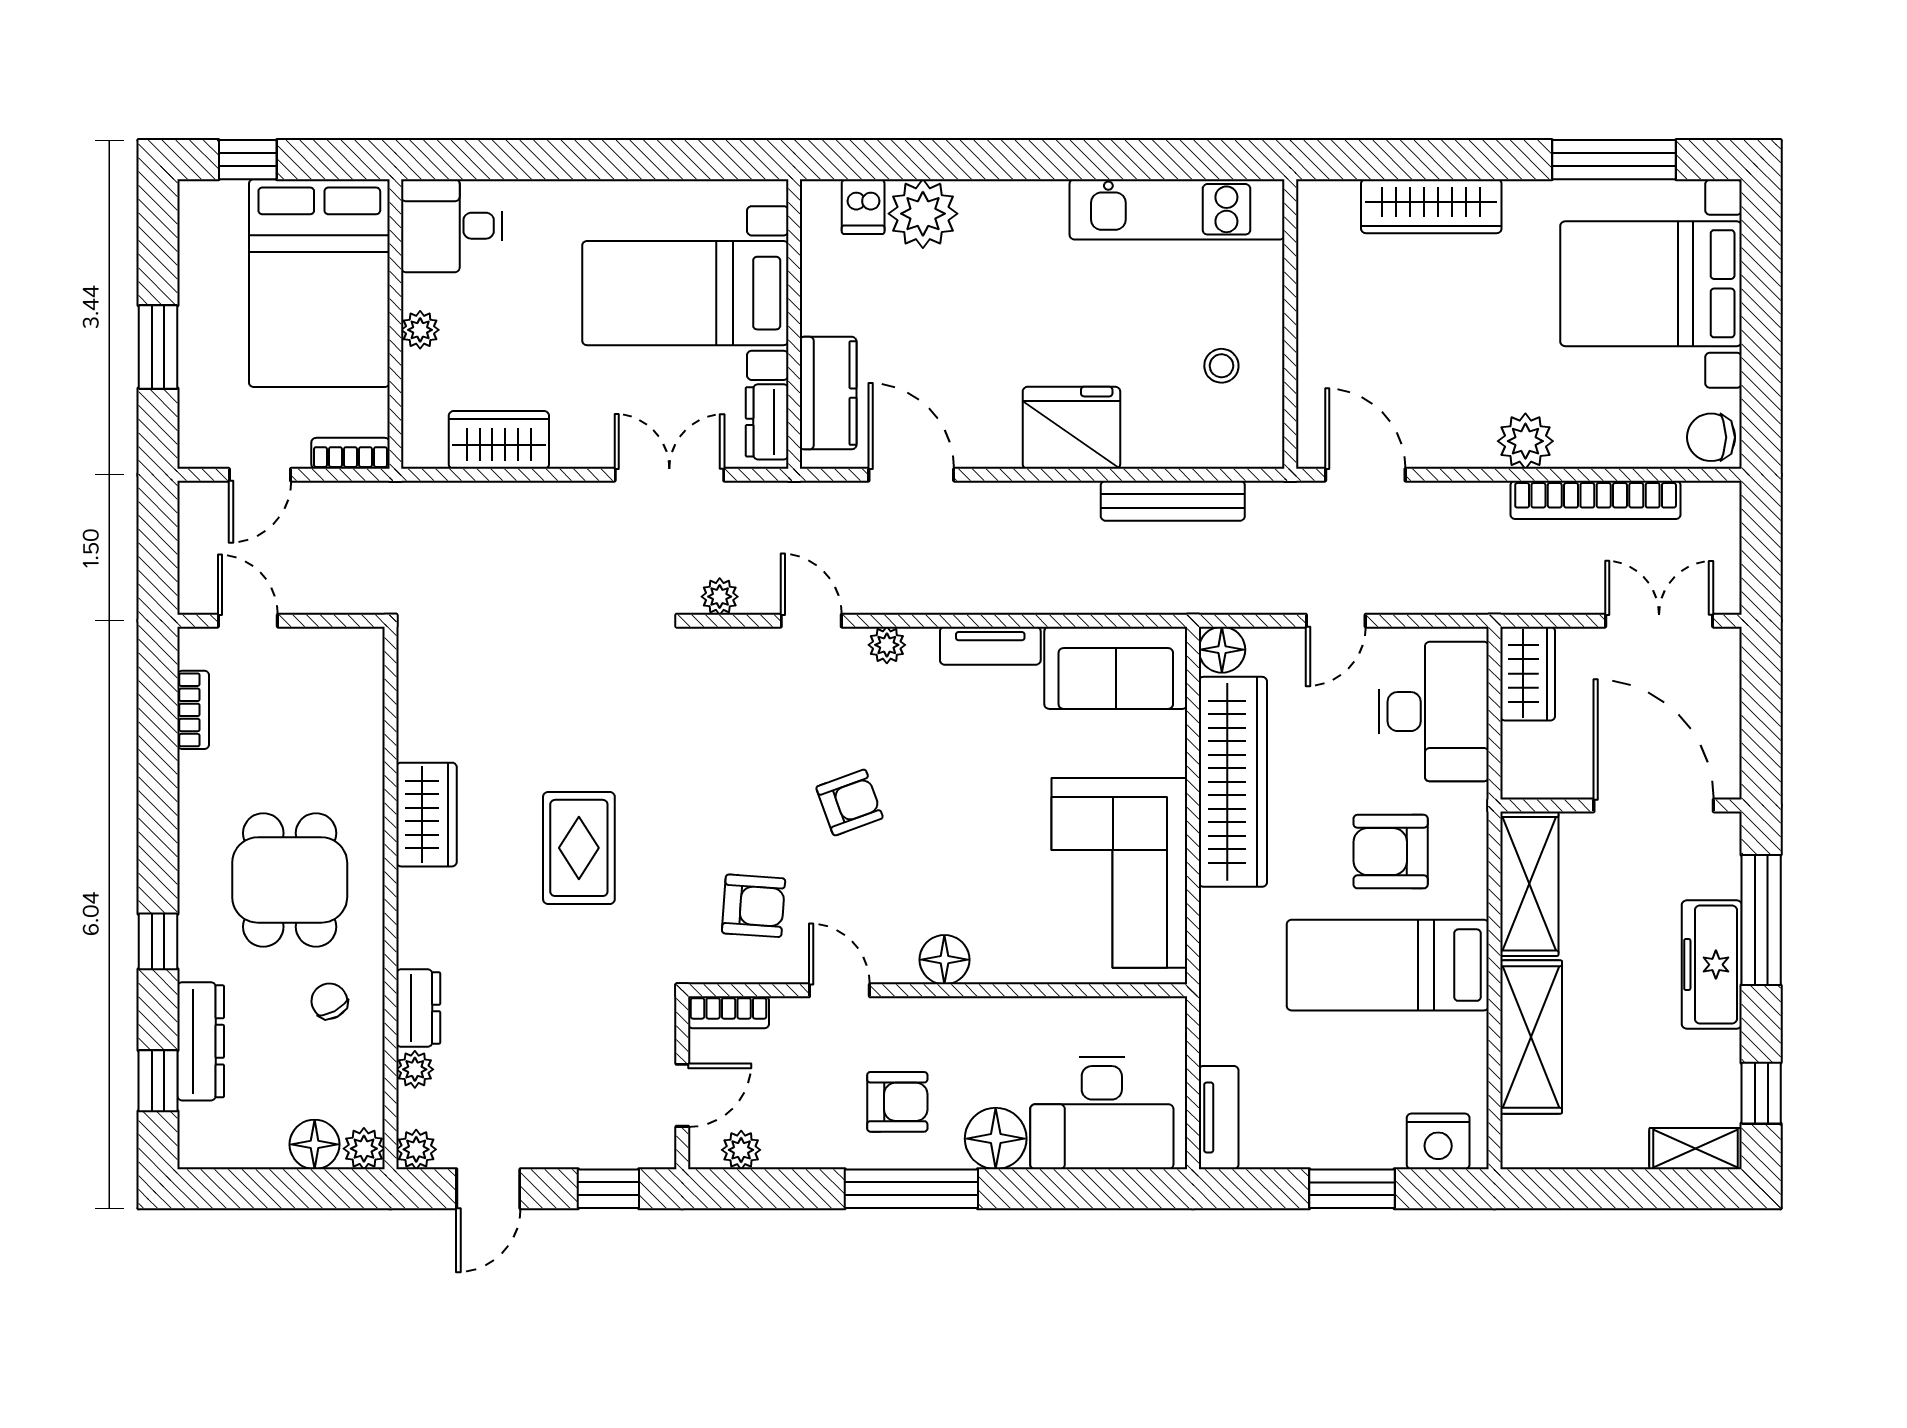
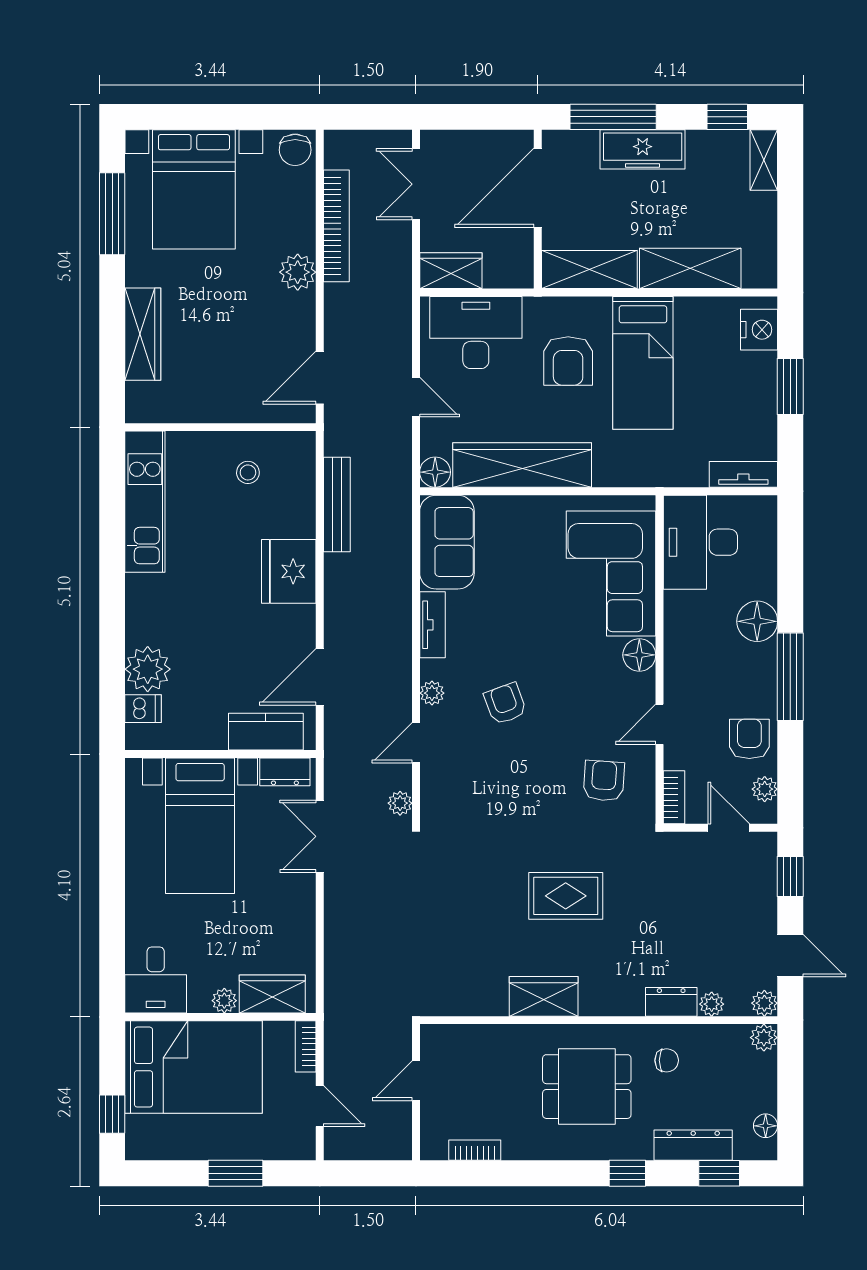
wardrobe: (499, 440) -> (272, 994), moved, turned 90
door: (248, 621) -> (416, 1081), moved
armchair: (850, 802) -> (505, 704), moved
corner sofa: (1119, 873) -> (611, 573), moved, turned 90
chair: (329, 1001) -> (667, 1060), turned -152
armchair: (897, 1102) -> (749, 739), moved
desk: (1102, 1113) -> (700, 542), moved, turned 180
floor lamp: (315, 1144) -> (766, 1126), moved, width x0.73, depth x0.73

